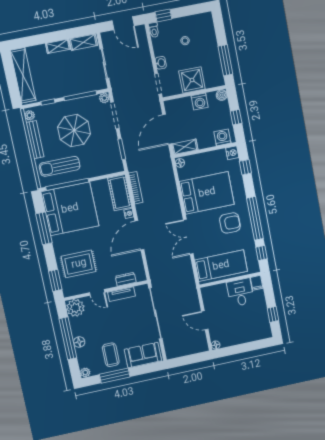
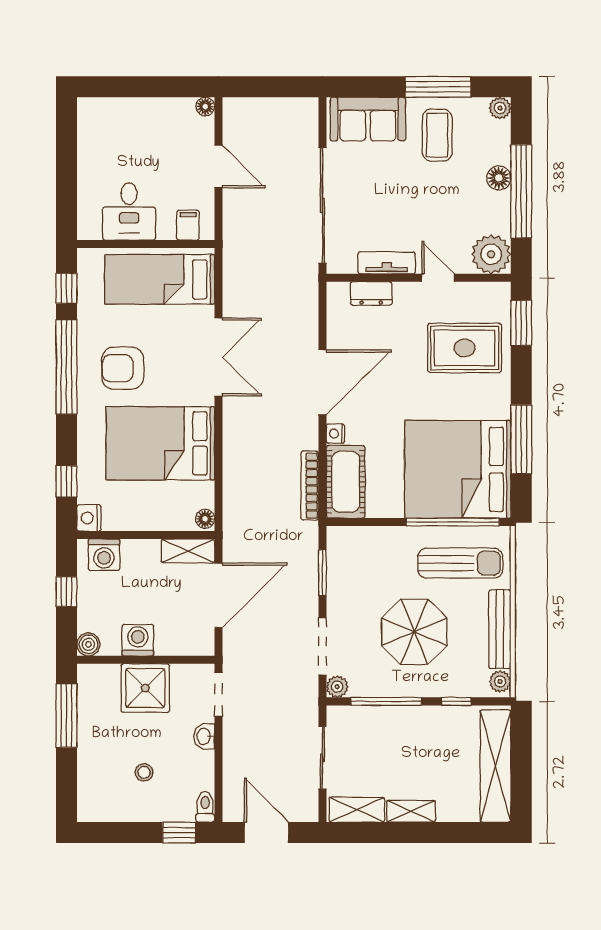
filing cabinet: (257, 283) -> (188, 225), moved
window: (273, 314) -> (66, 147), removed

